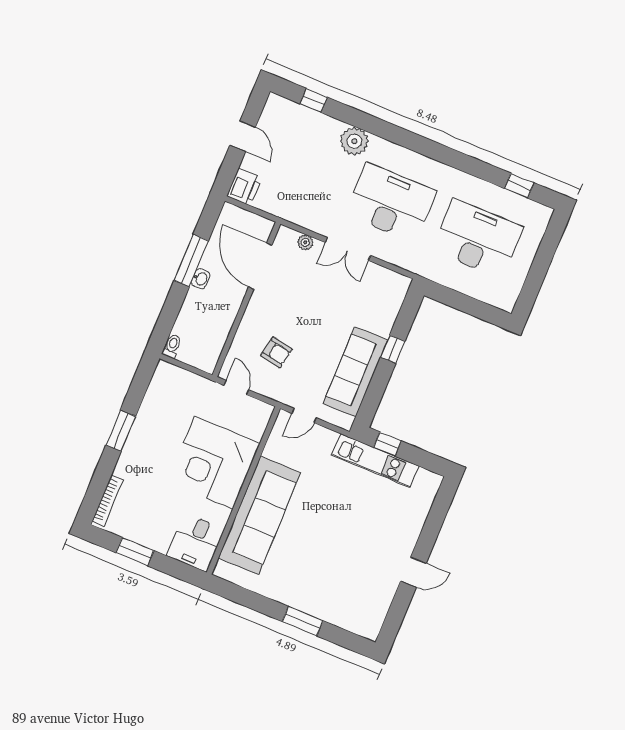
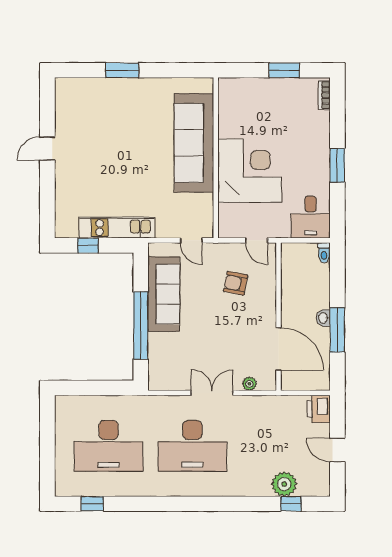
plant: (354, 141) -> (284, 484), moved
window: (393, 349) -> (141, 326), width x3.17
door: (304, 416) -> (191, 240), swing flipped
window: (387, 444) -> (88, 245), moved
bookcase: (108, 500) -> (324, 95), width x0.64
desk: (195, 542) -> (311, 217), moved, turned 180

